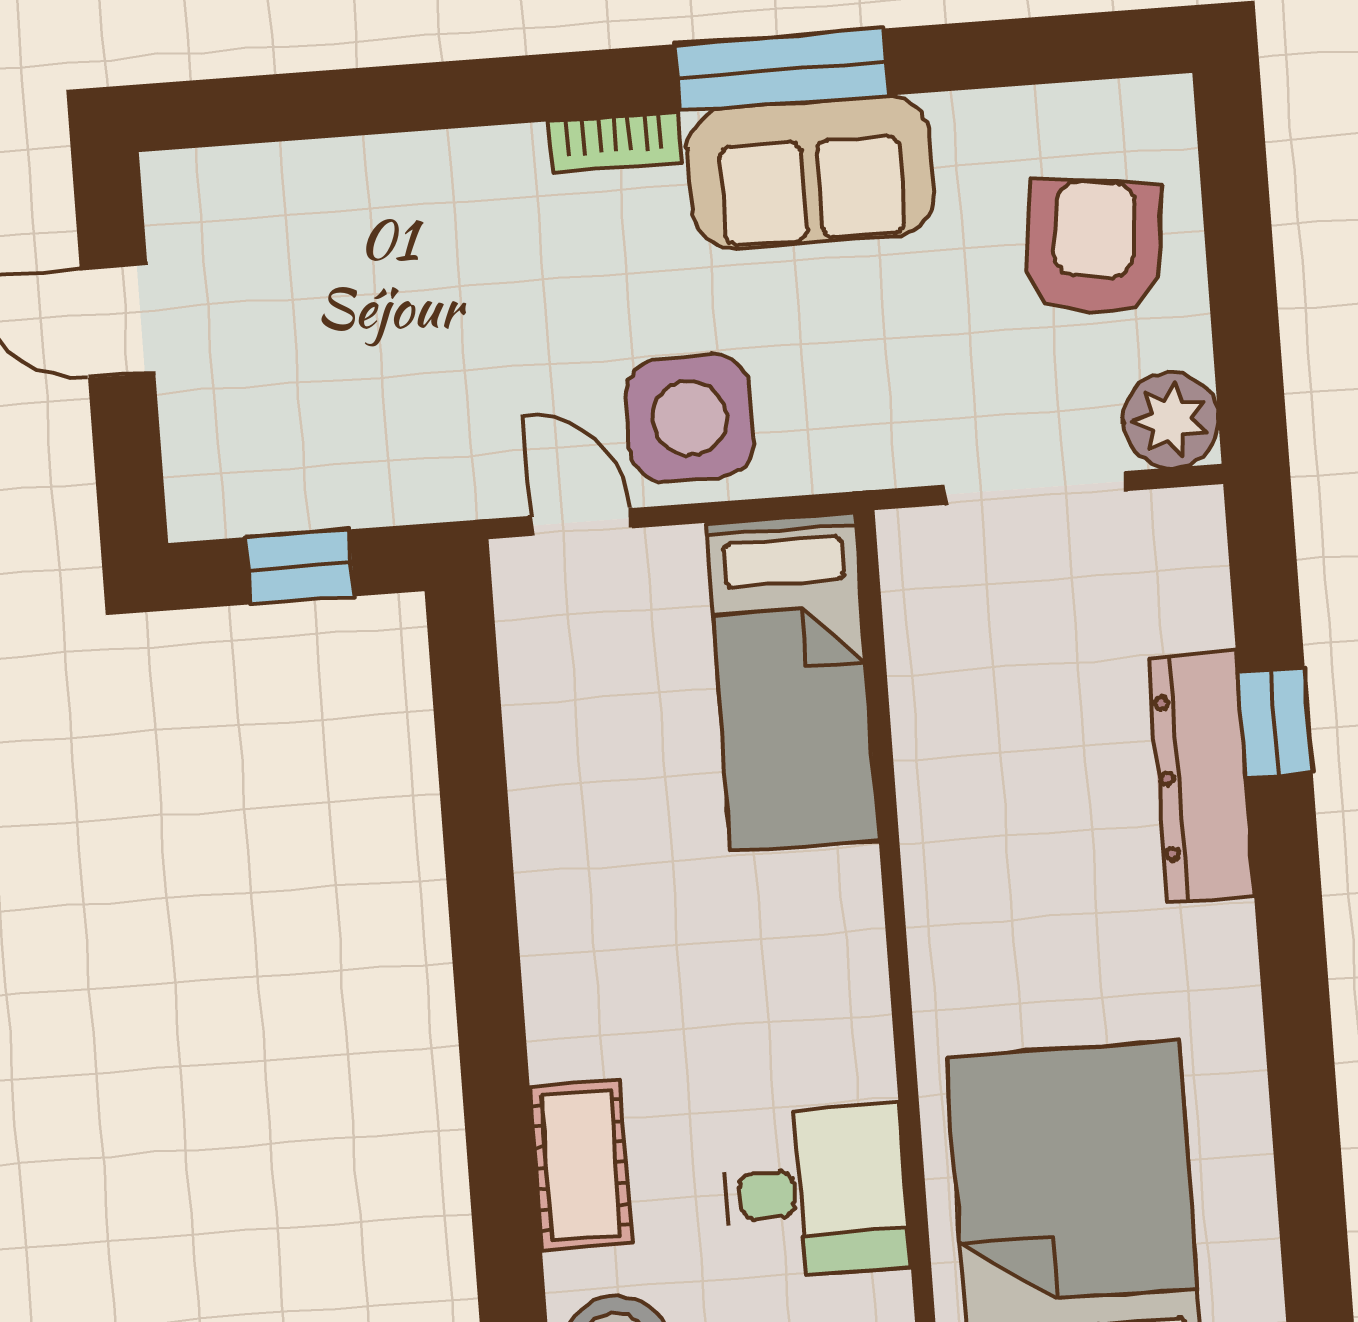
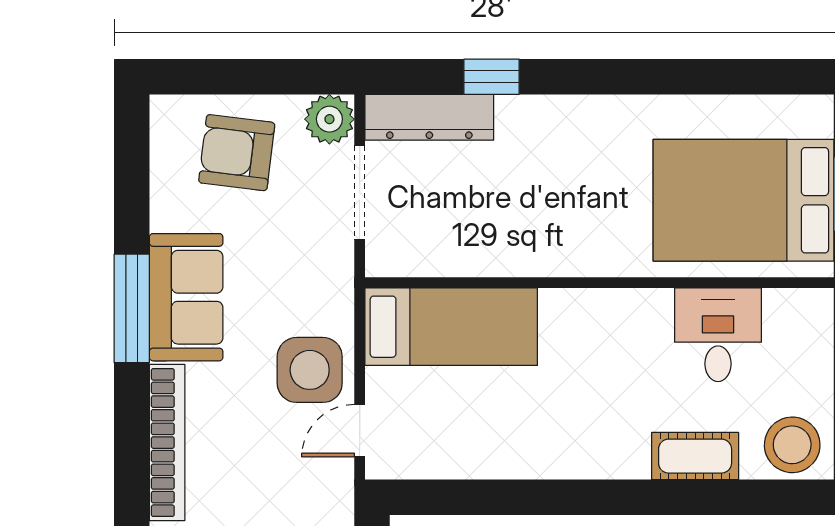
bookcase: (615, 142) -> (167, 443), width x2.31, depth x1.31
dresser: (1201, 776) -> (429, 117), moved

